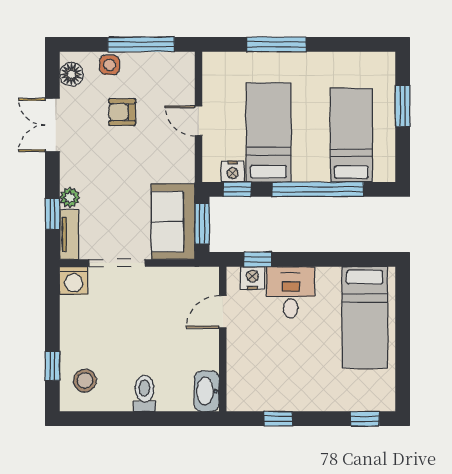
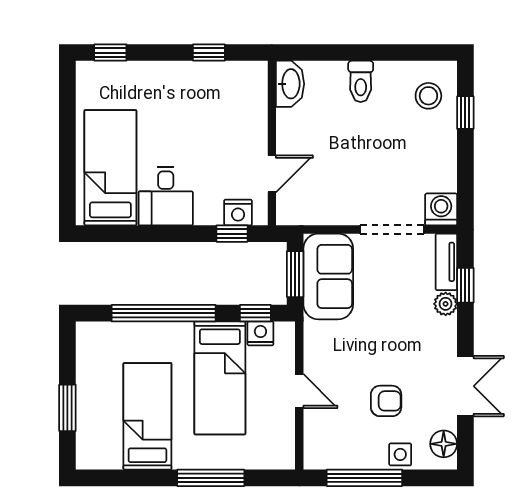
bed: (351, 135) -> (147, 416), moved, turned 180
desk: (291, 292) -> (166, 196), moved

